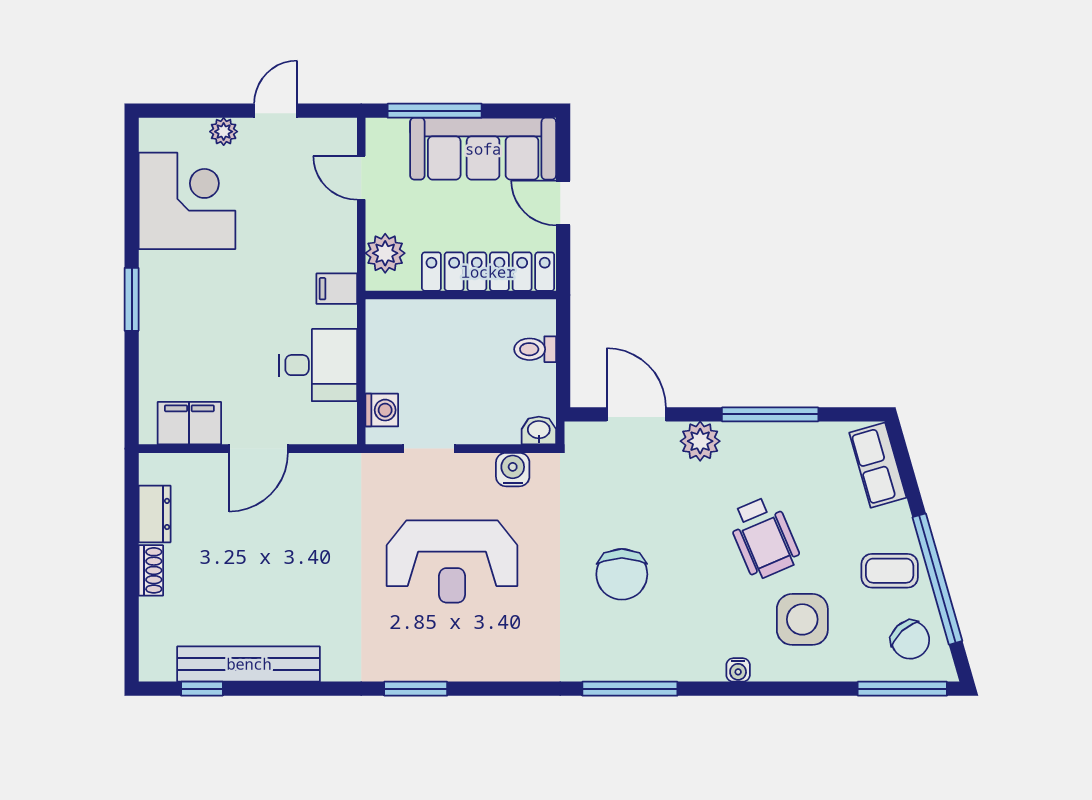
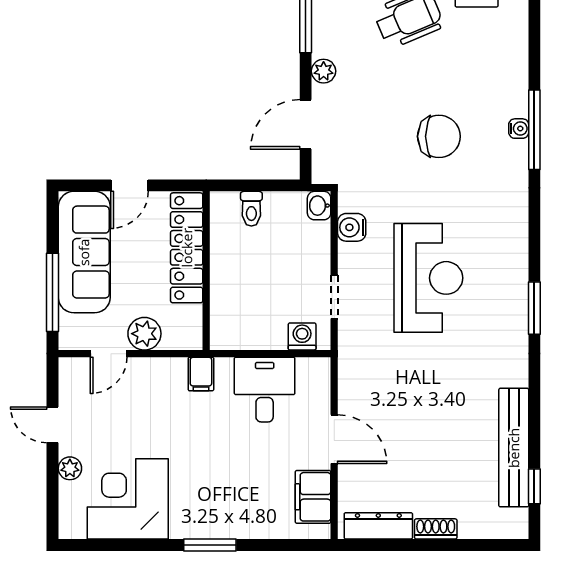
plant: (385, 253) -> (144, 334), moved
plant: (700, 441) -> (324, 71), width x0.73, depth x0.73
dresser: (155, 514) -> (378, 526), width x1.44
water cooler: (738, 670) -> (519, 129), moved

